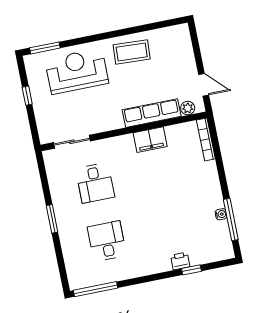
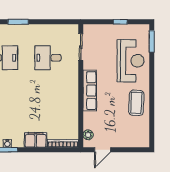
row of seats: (152, 113) -> (90, 91), moved
filing cabinet: (150, 140) -> (36, 140), moved, turned 90
window: (52, 219) -> (18, 22), moved

